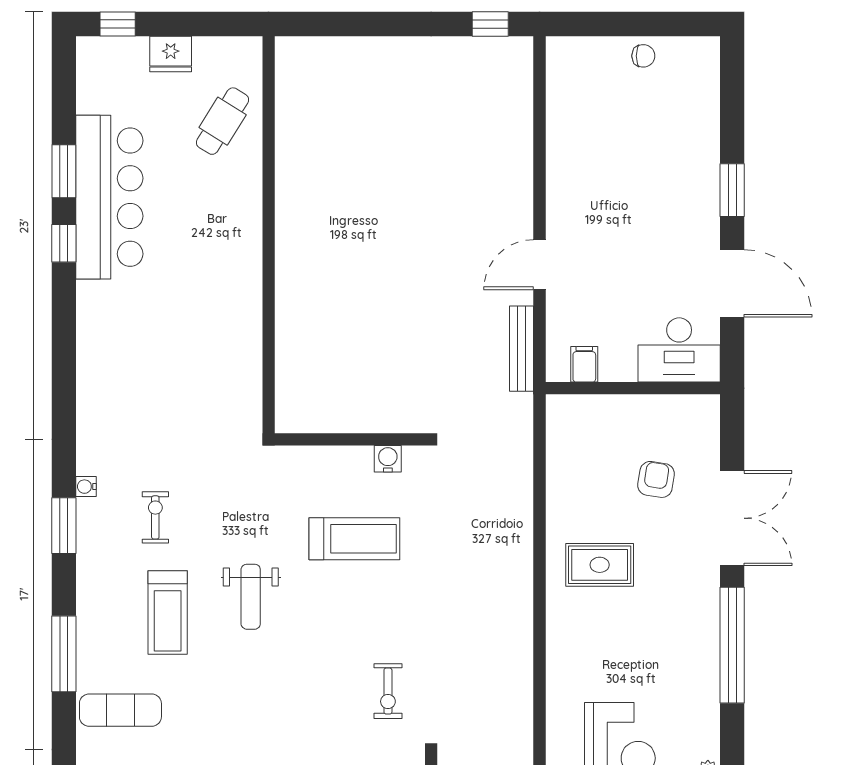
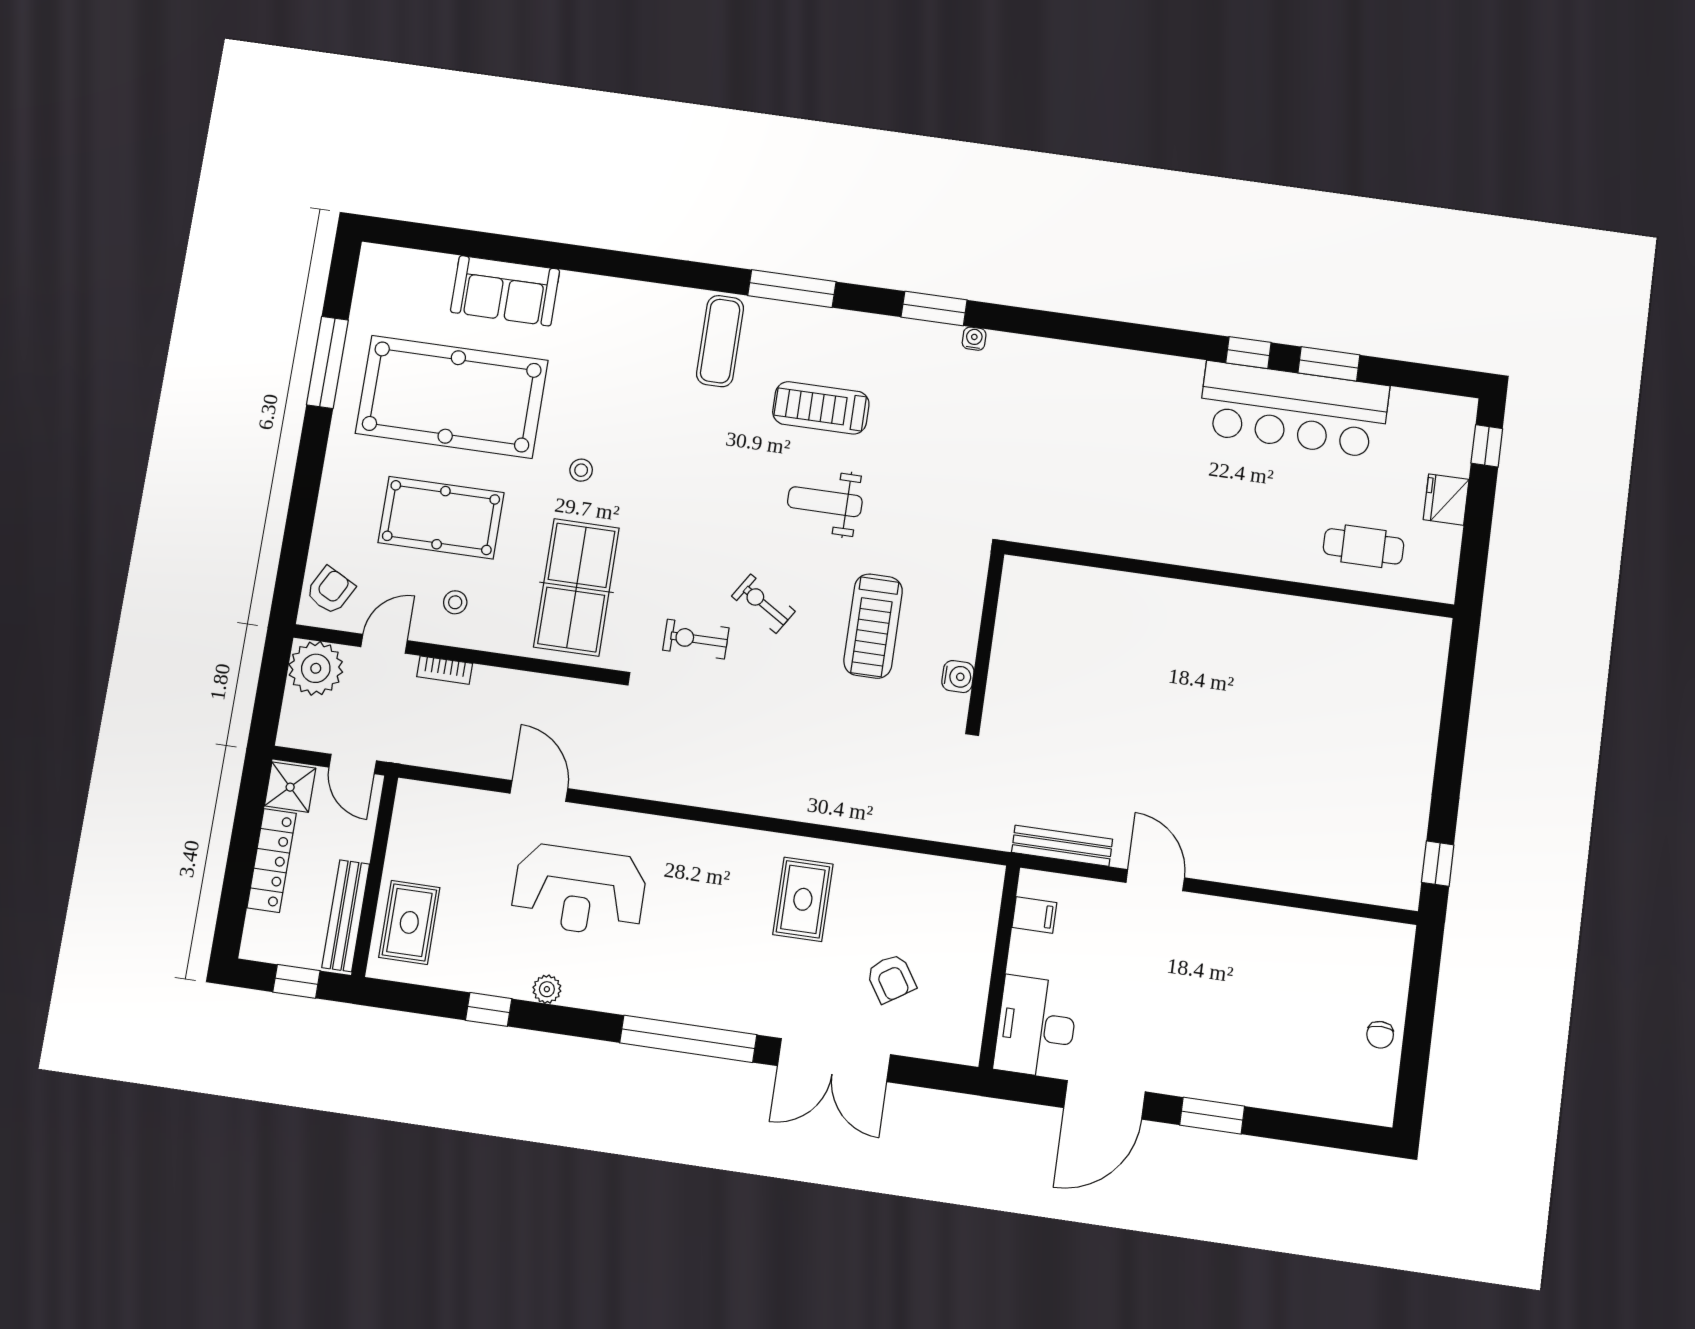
cafe table: (223, 121) -> (1364, 546), turned -32
armchair: (656, 479) -> (891, 978), turned 48
exercise bike: (155, 517) -> (763, 604), moved, turned -148

